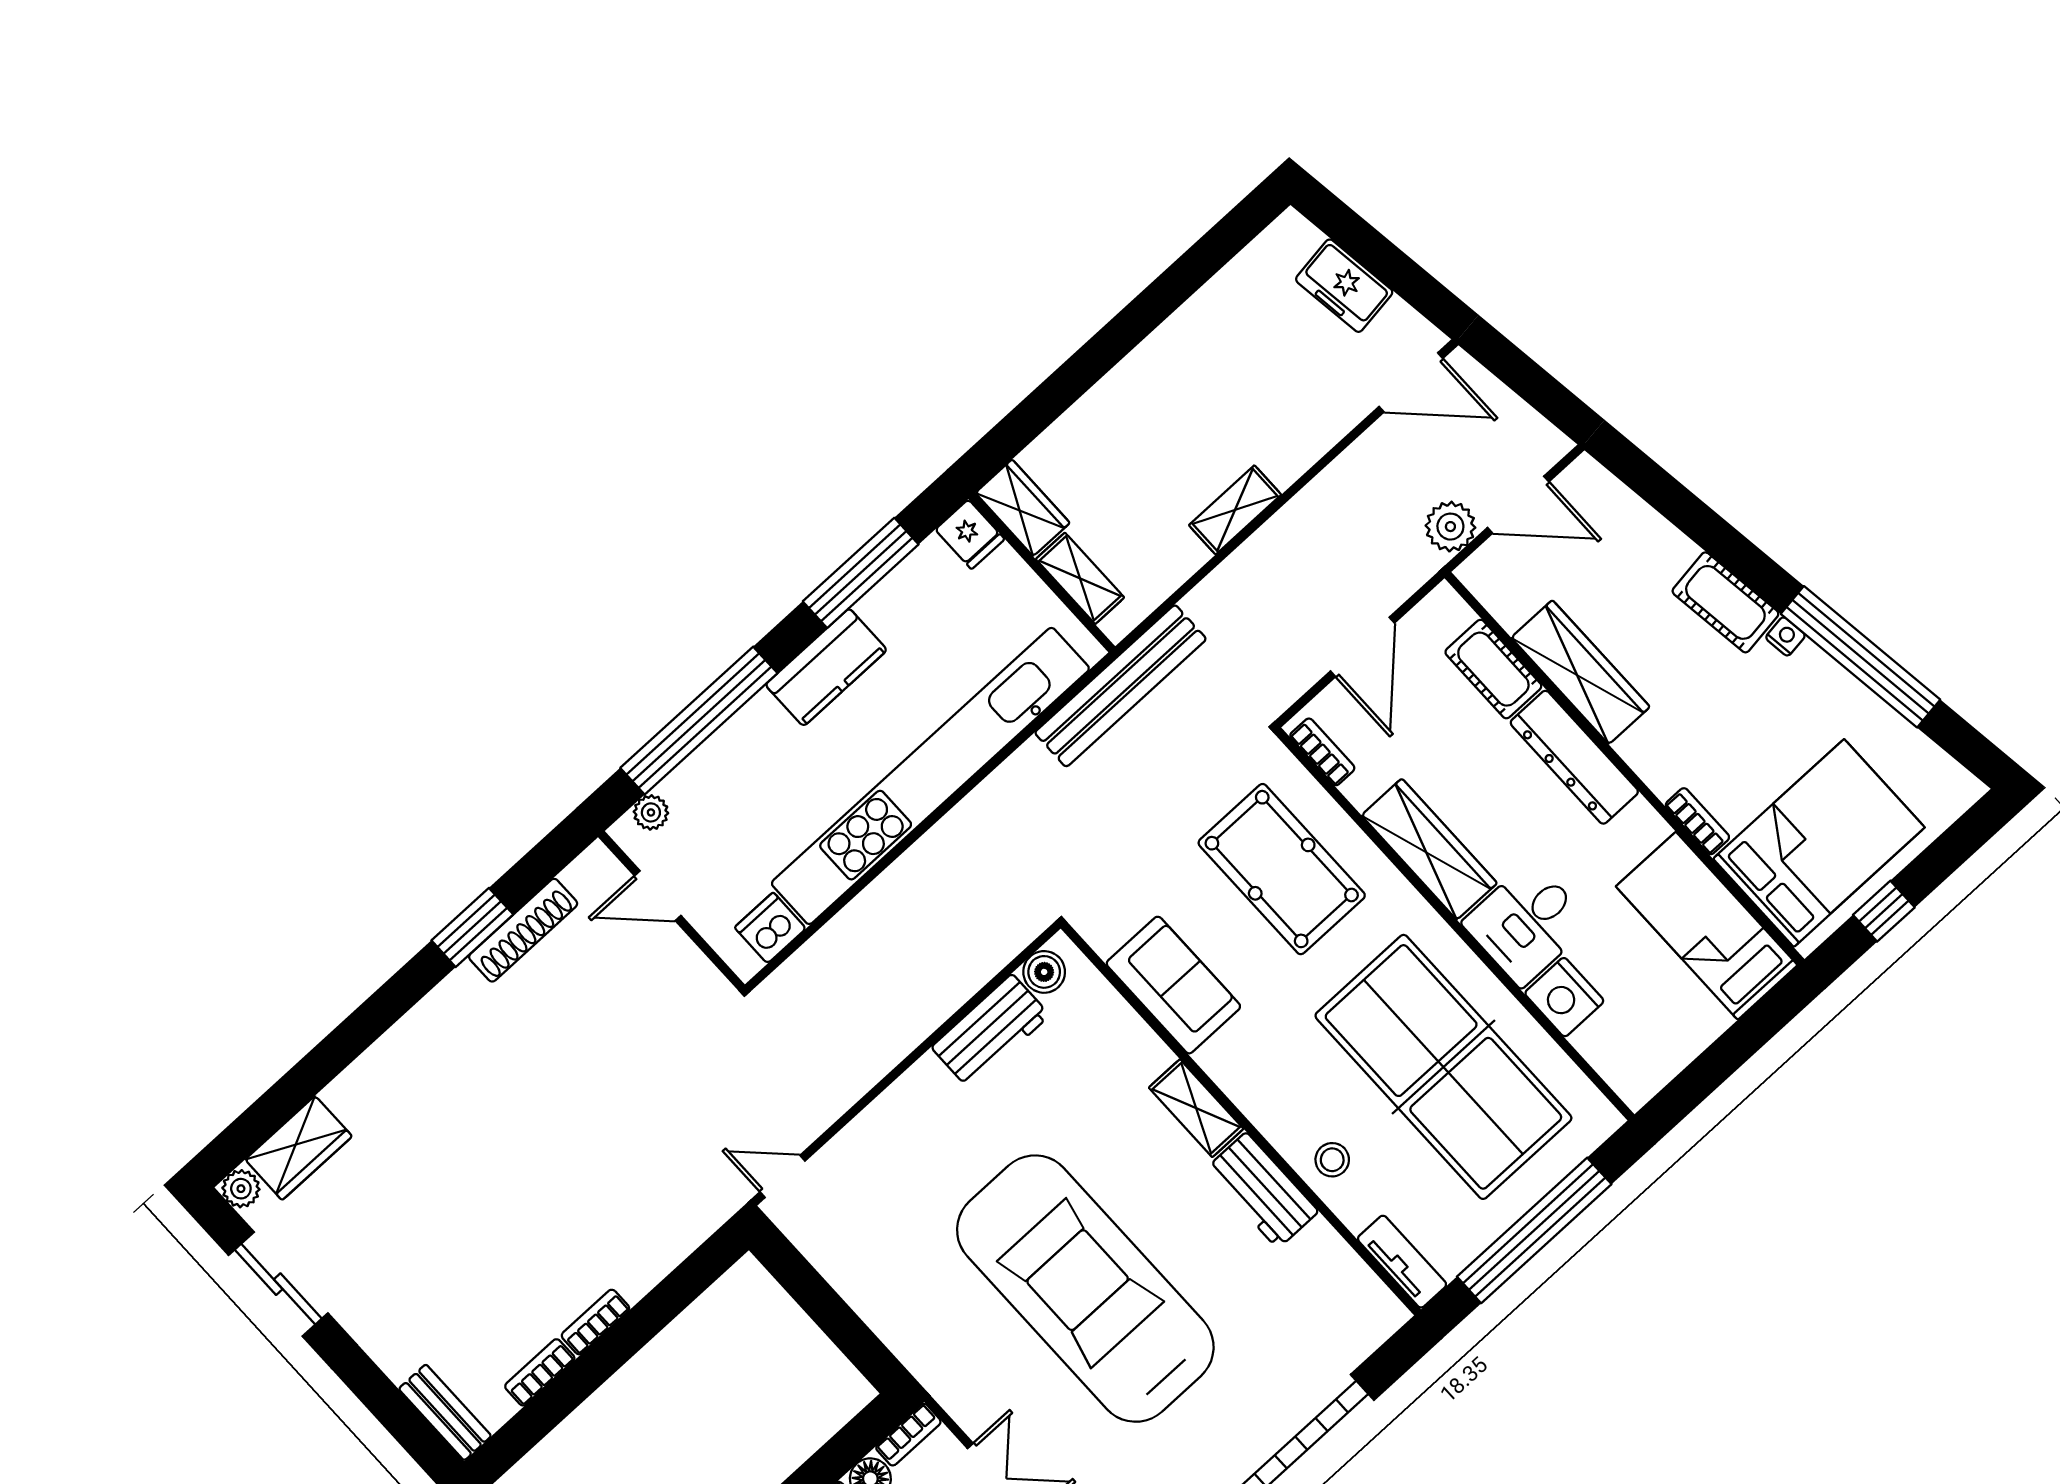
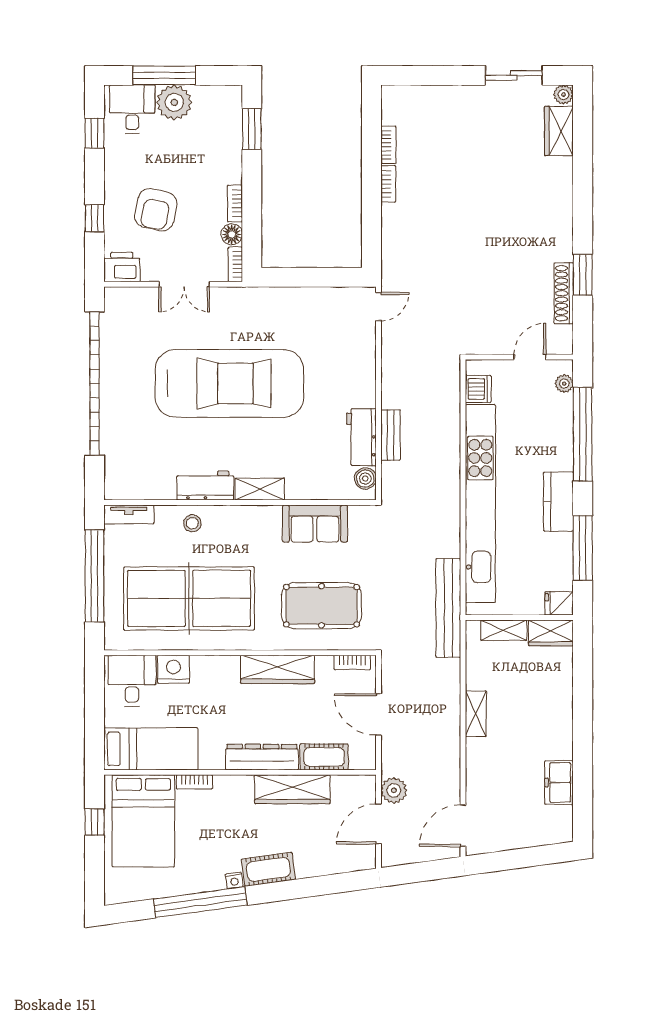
freezer: (1344, 286) -> (559, 782), moved, turned -82
desk: (1527, 923) -> (132, 681), moved
bench: (445, 1412) -> (391, 435), moved, turned 90

